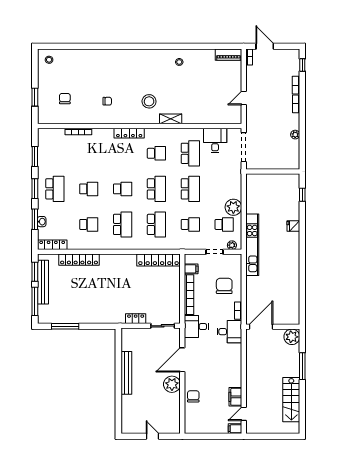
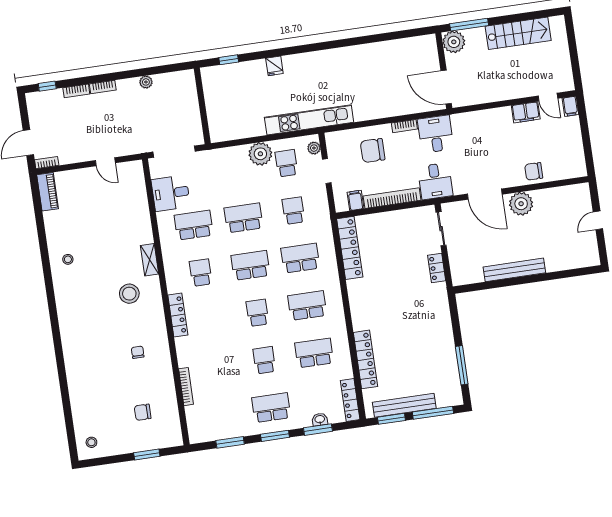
school desk: (89, 224) -> (314, 353), width x1.85
door: (261, 327) -> (446, 87), moved
wall: (273, 327) -> (444, 71), moved
plant: (292, 337) -> (454, 42), moved

